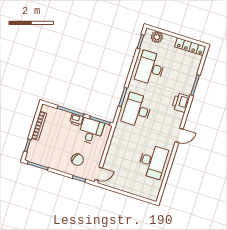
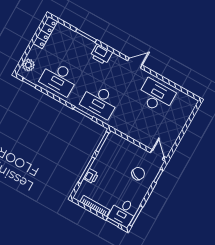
printer: (76, 120) -> (91, 176), moved
desk: (91, 131) -> (123, 212), moved, turned -90
door: (179, 135) -> (135, 63), hinge flipped

